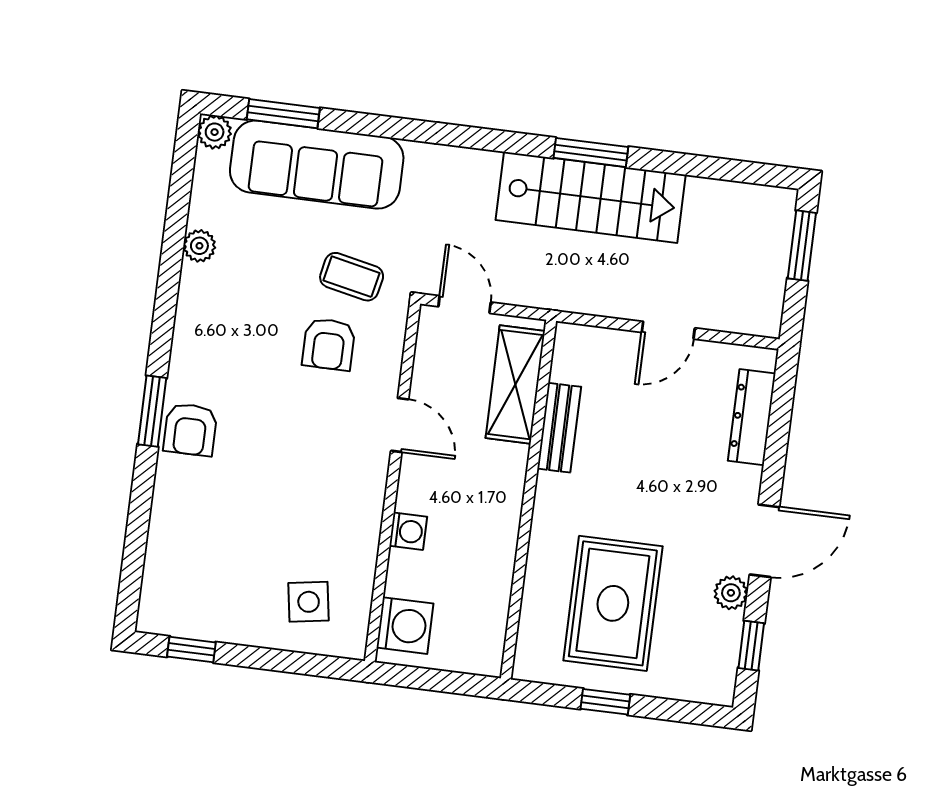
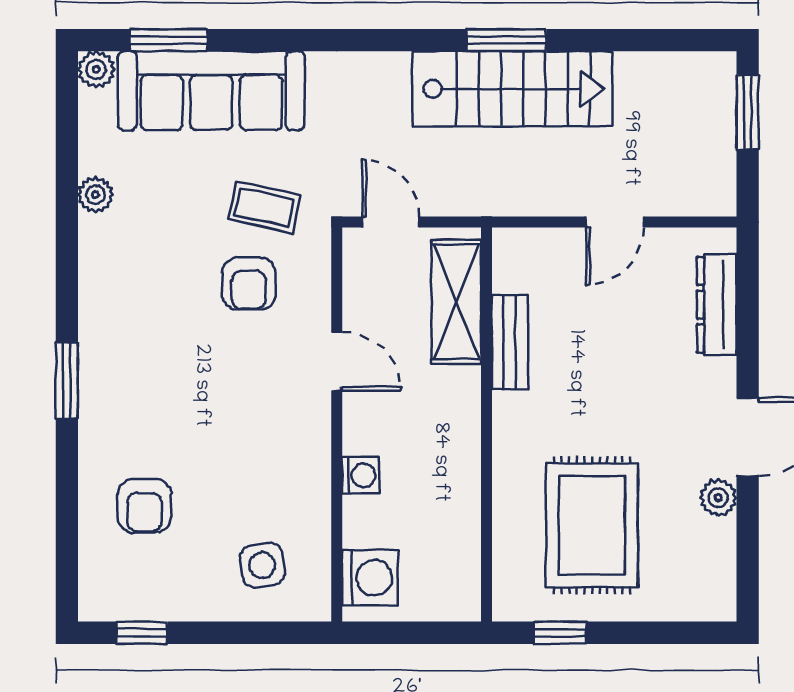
armchair: (190, 430) -> (144, 506), moved
window: (751, 646) -> (748, 552), removed
window: (605, 702) -> (560, 633), moved

